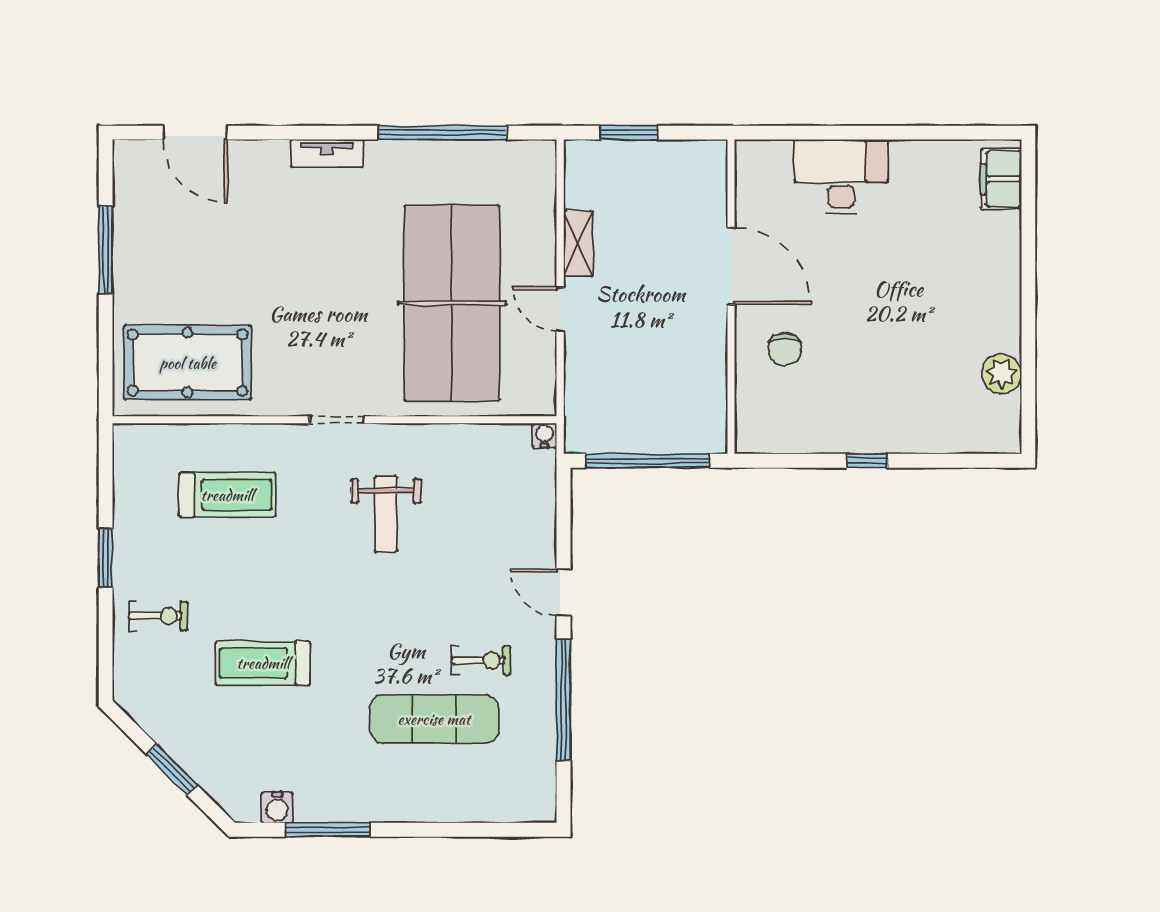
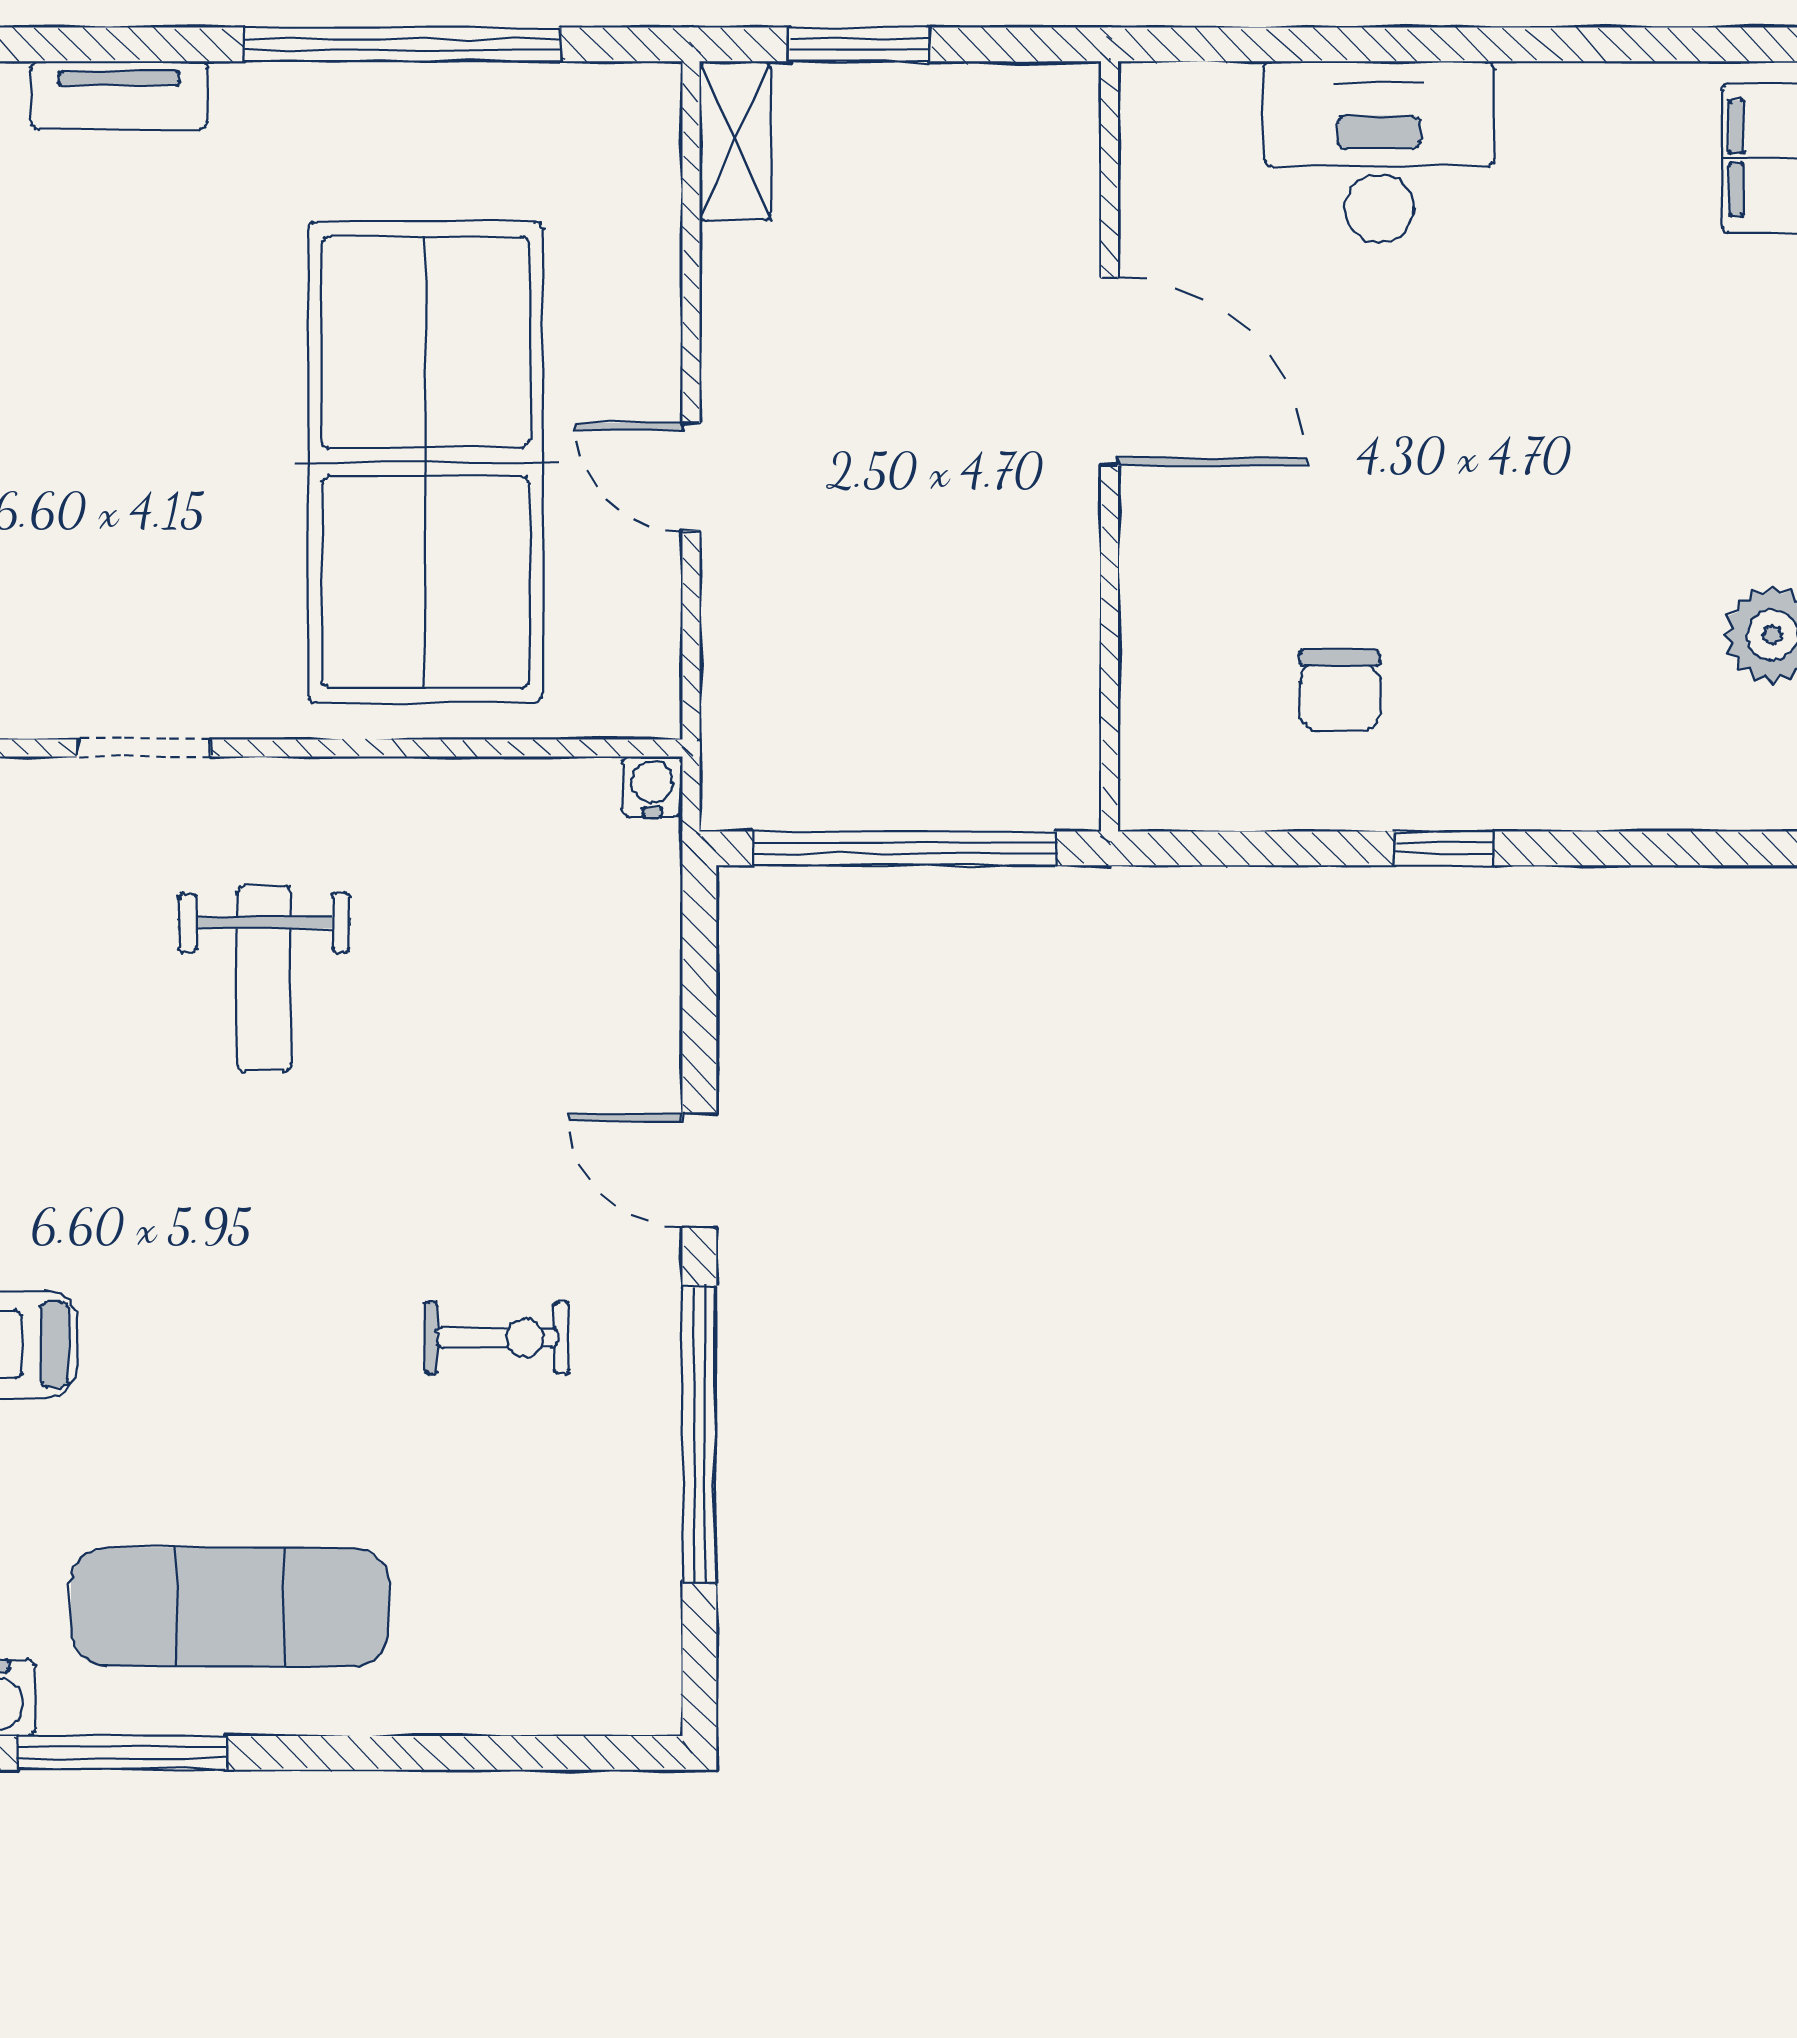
shelving: (578, 244) -> (735, 141), moved
chair: (785, 349) -> (1340, 690), moved
exercise mat: (434, 719) -> (230, 1607), moved

